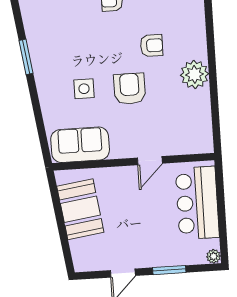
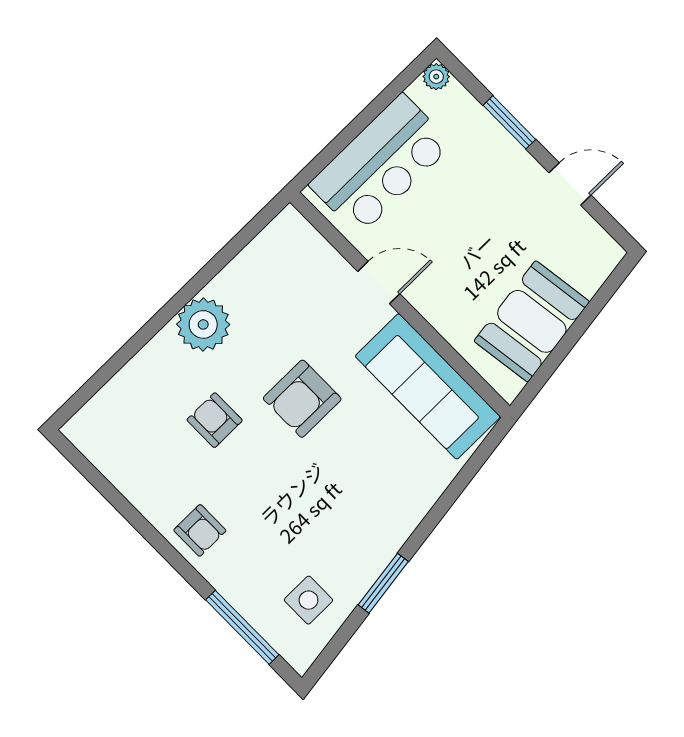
side table: (84, 89) -> (308, 600), moved
sofa: (80, 145) -> (428, 386), width x1.36

